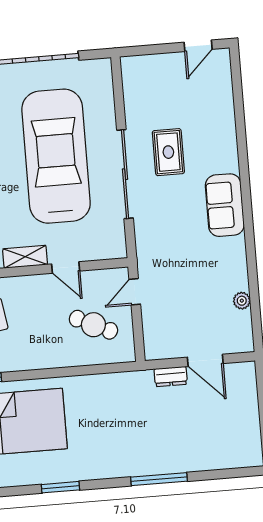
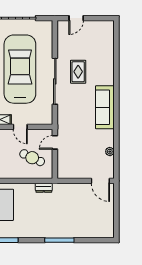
door: (198, 46) -> (76, 18), moved
sofa: (225, 205) -> (105, 107), width x1.36
door: (205, 360) -> (100, 181), moved
dresser: (171, 377) -> (44, 188), moved

